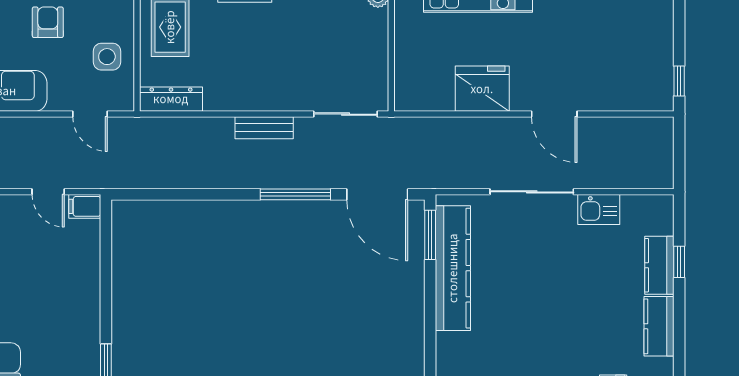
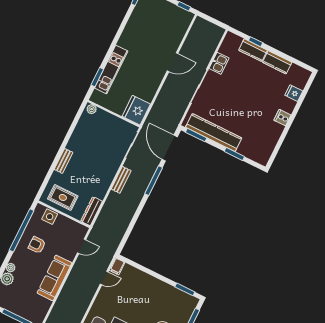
side table: (107, 57) -> (50, 217), moved
fridge: (482, 89) -> (136, 110), moved
door: (377, 194) -> (170, 148), swing flipped
window: (430, 332) -> (234, 154), added

